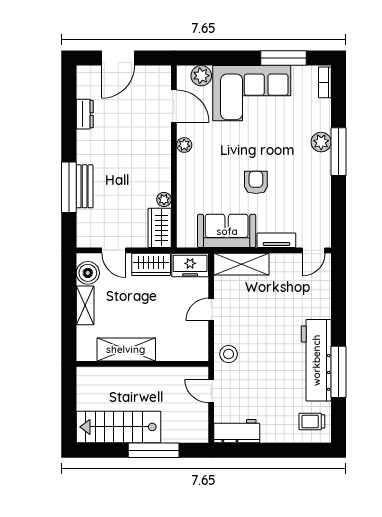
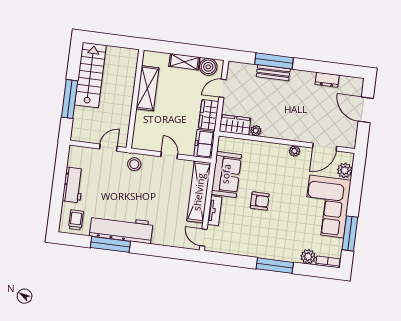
plant: (321, 142) -> (308, 257), moved
shelving: (241, 264) -> (199, 192), width x1.47
workbench: (237, 431) -> (73, 185), moved

